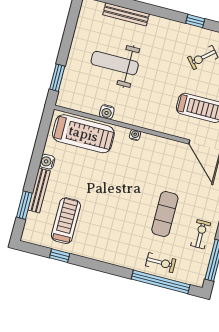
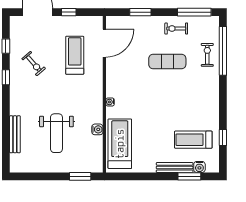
water cooler: (47, 162) -> (199, 167), moved

